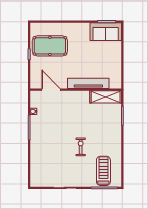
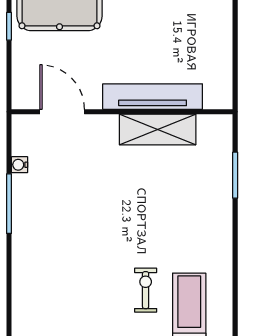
shelving: (106, 97) -> (158, 130), moved
exercise bike: (81, 147) -> (146, 290), moved

